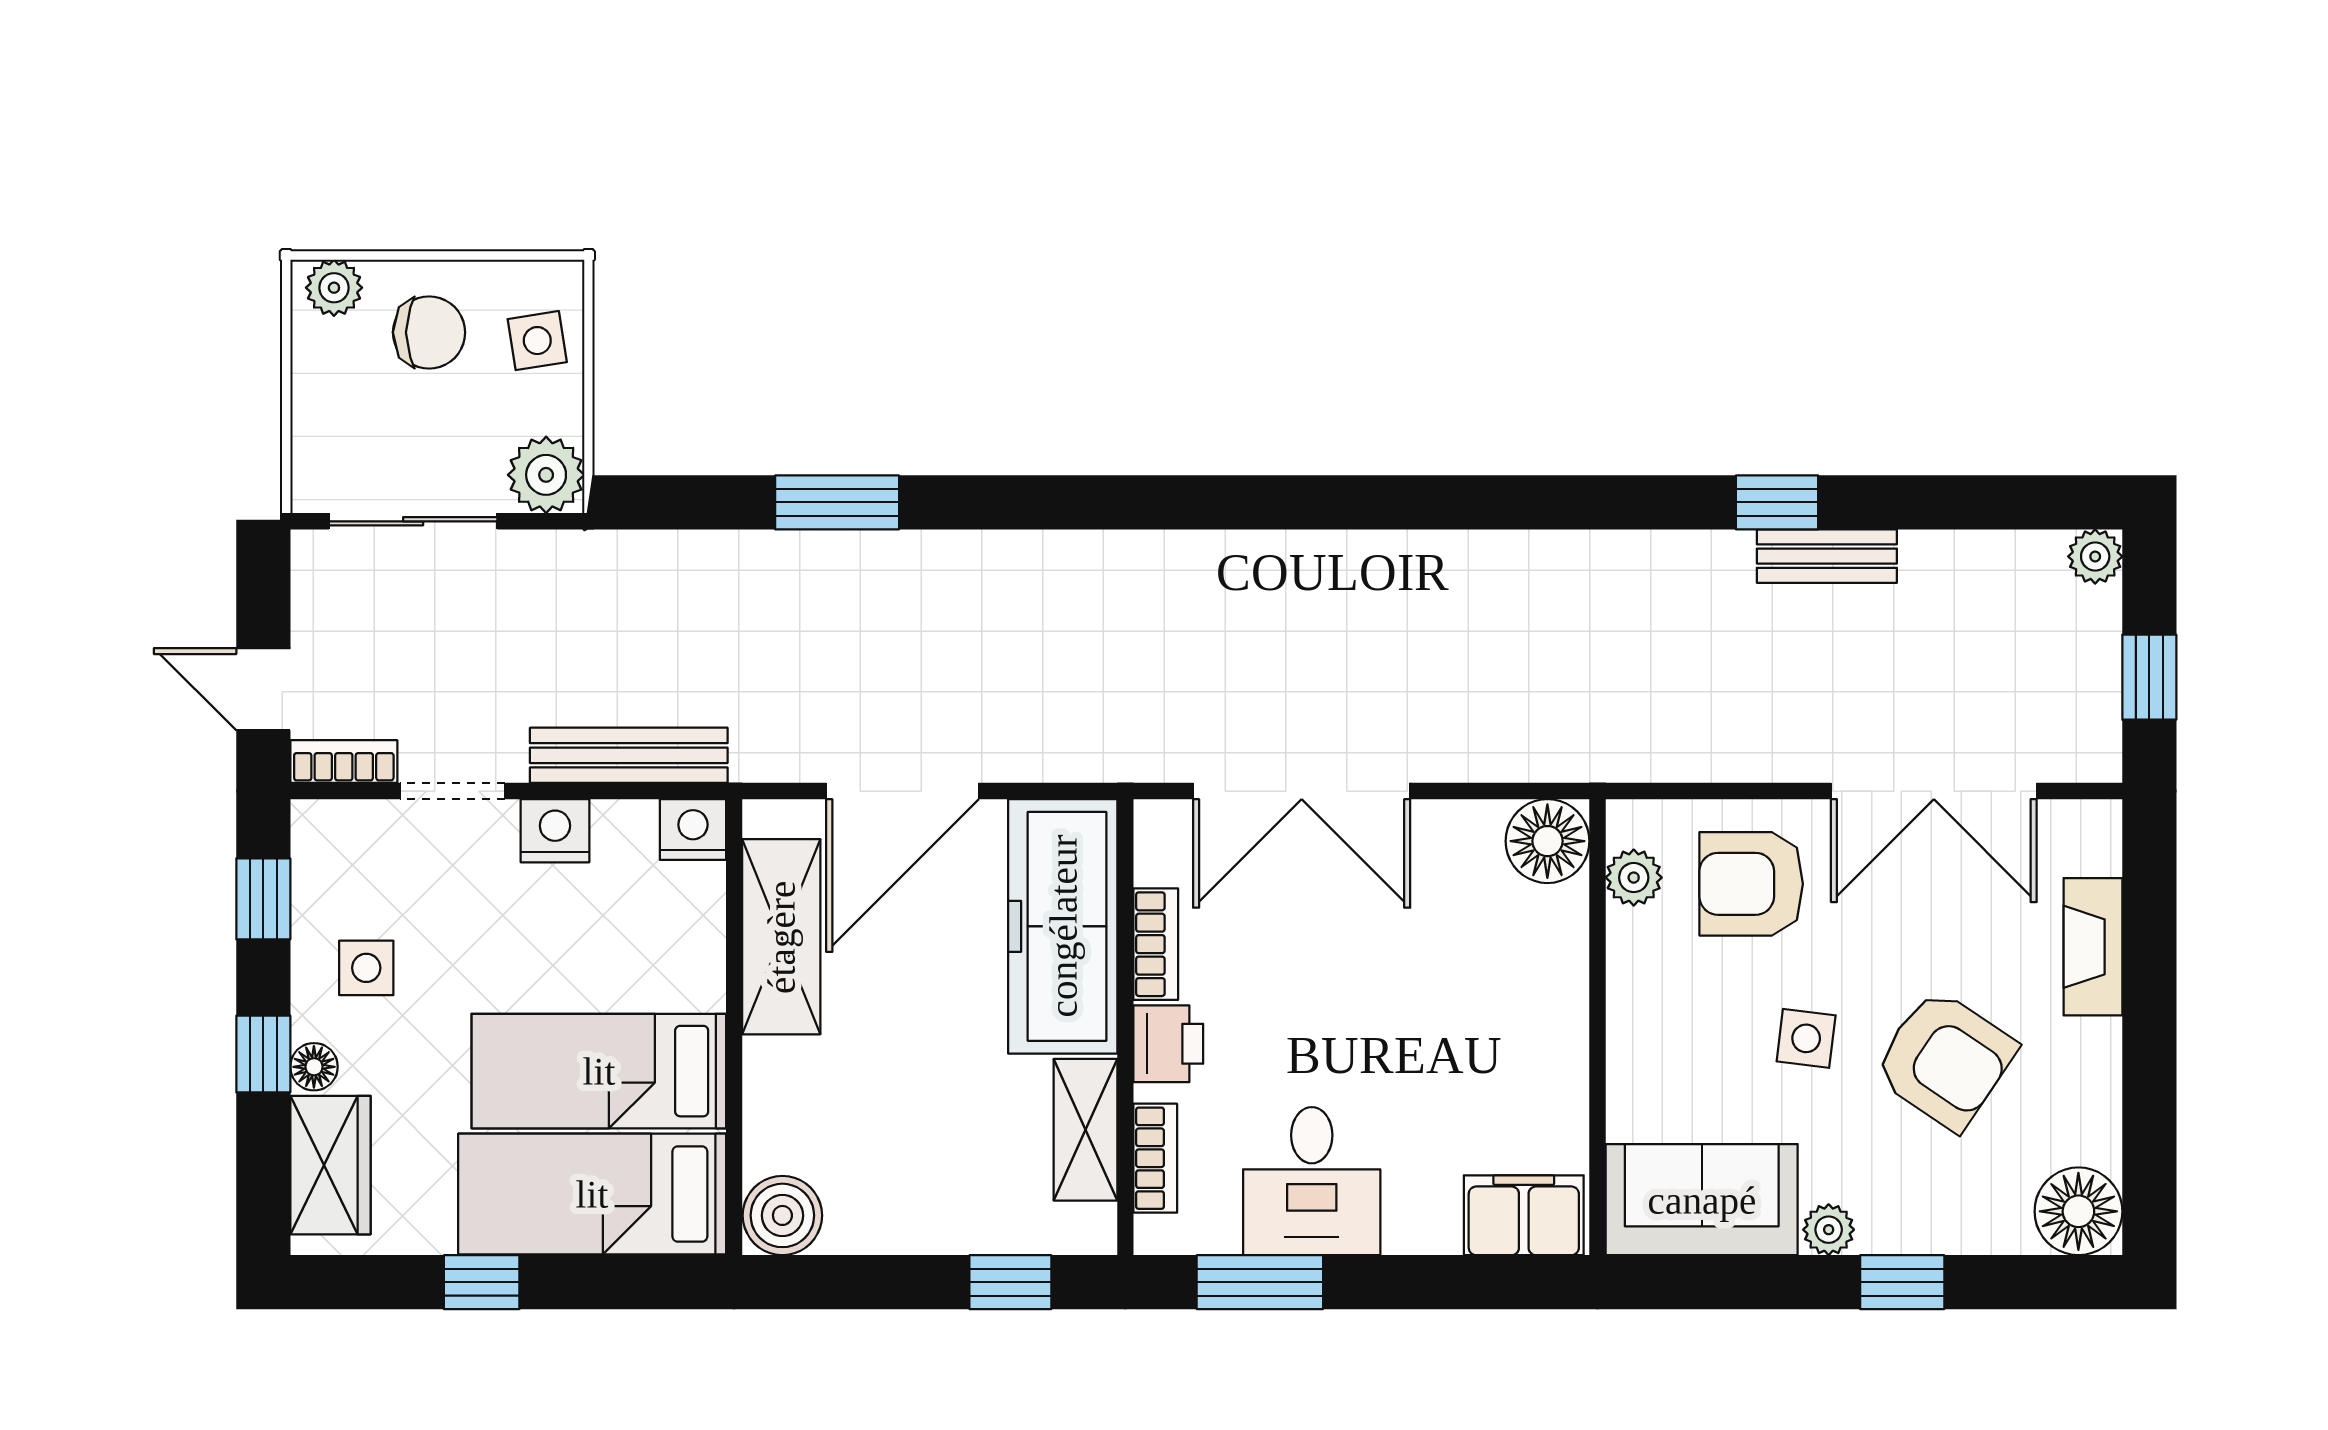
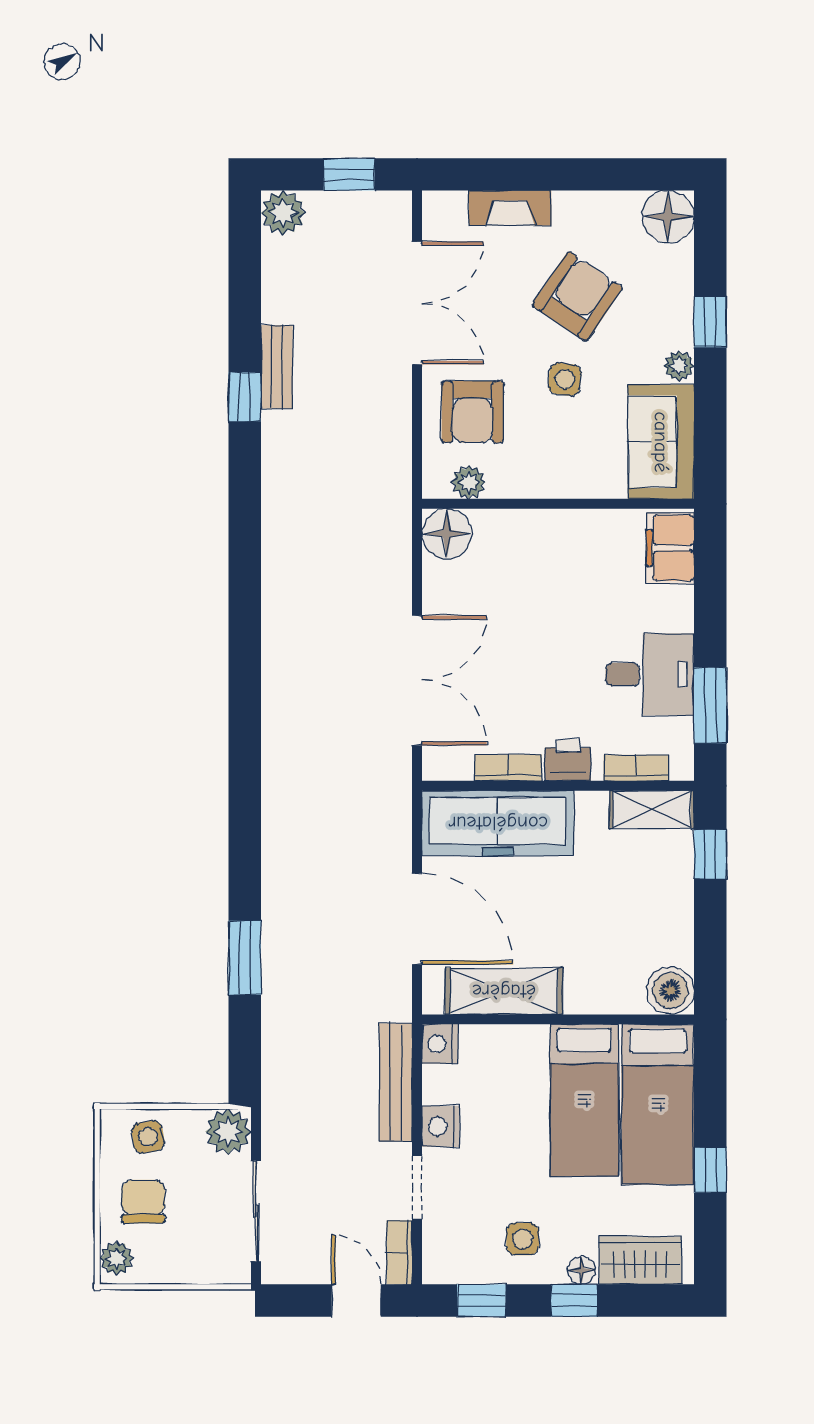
plant: (2095, 556) -> (283, 213), width x1.38, depth x1.38
door: (263, 689) -> (356, 1300), swing flipped
shelving: (1085, 1130) -> (652, 810), moved

